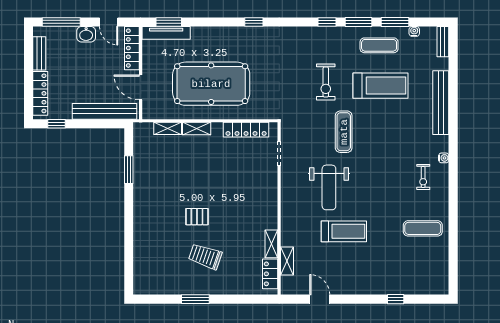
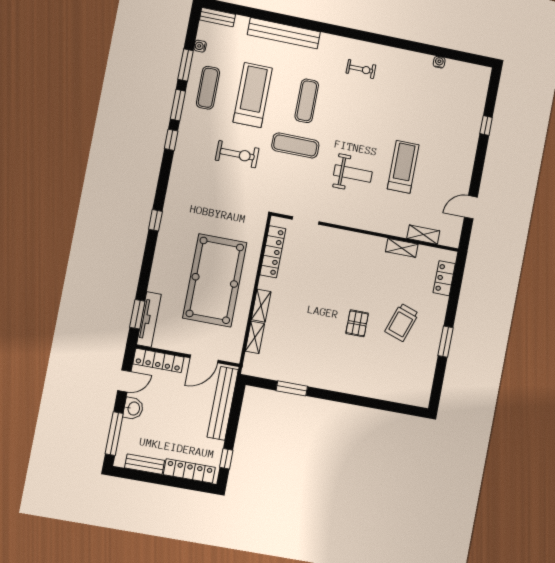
water cooler: (444, 158) -> (439, 62), moved
weight bench: (329, 187) -> (353, 174), width x0.73, depth x0.75
exercise mat: (423, 228) -> (307, 101), moved
locker: (270, 274) -> (444, 278), moved, turned 90

